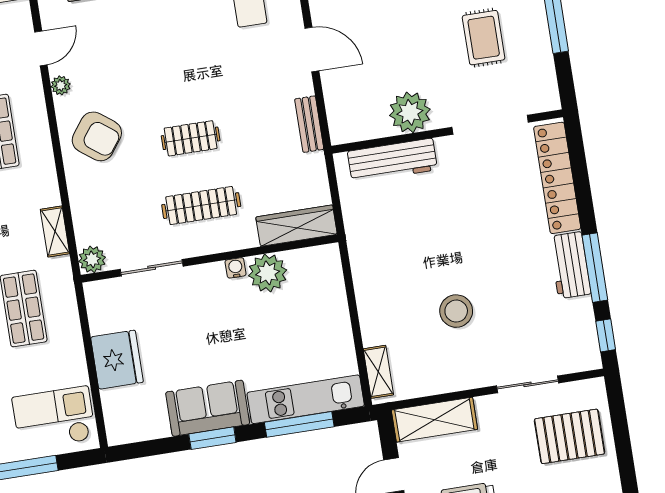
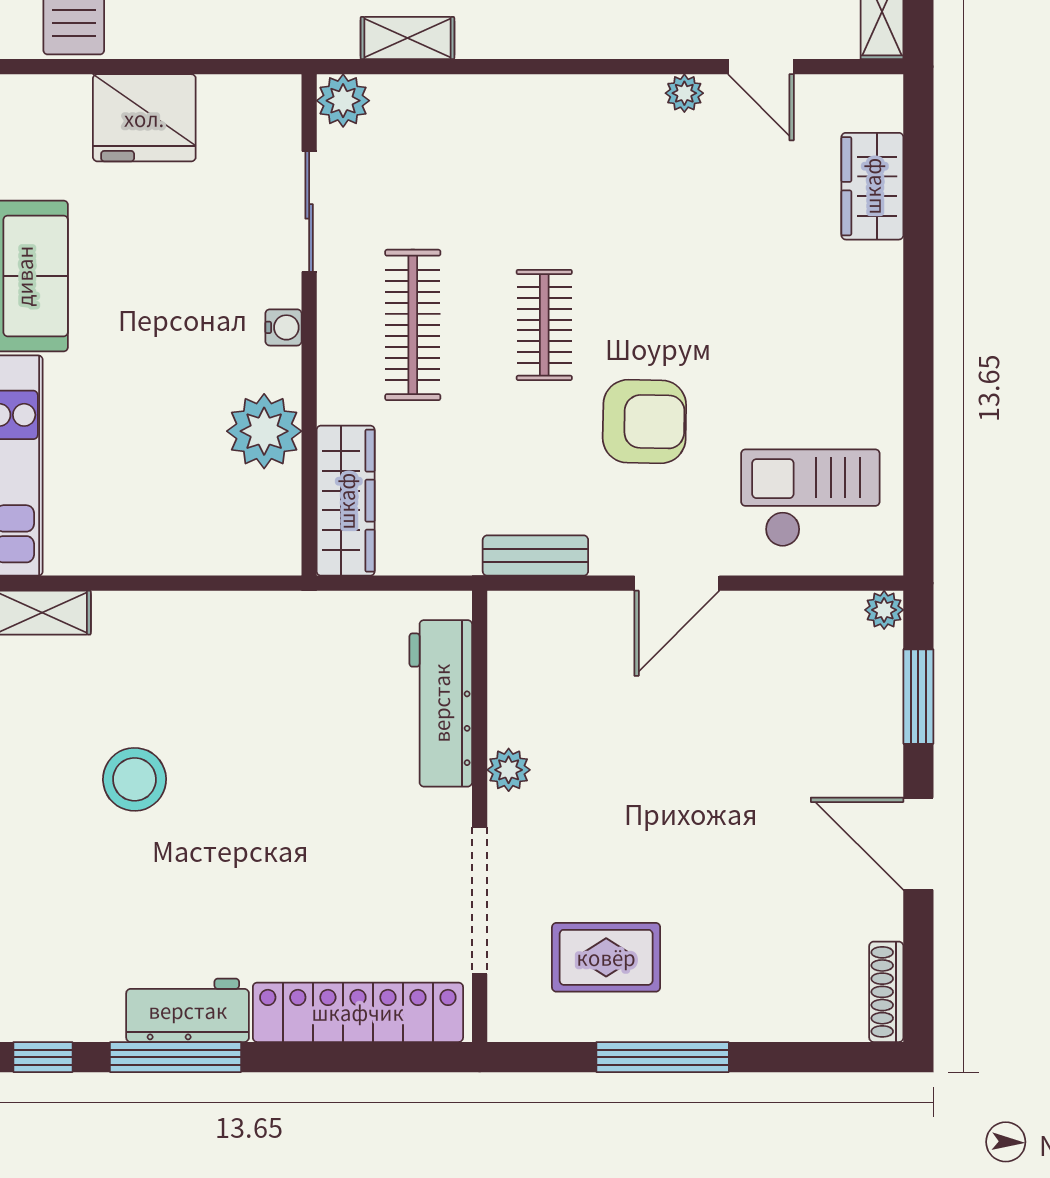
rug: (484, 38) -> (606, 957), moved
plant: (410, 112) -> (509, 770), width x0.53, depth x0.53
armchair: (97, 136) -> (644, 422), moved, turned -126
water cooler: (236, 268) -> (283, 327), moved

